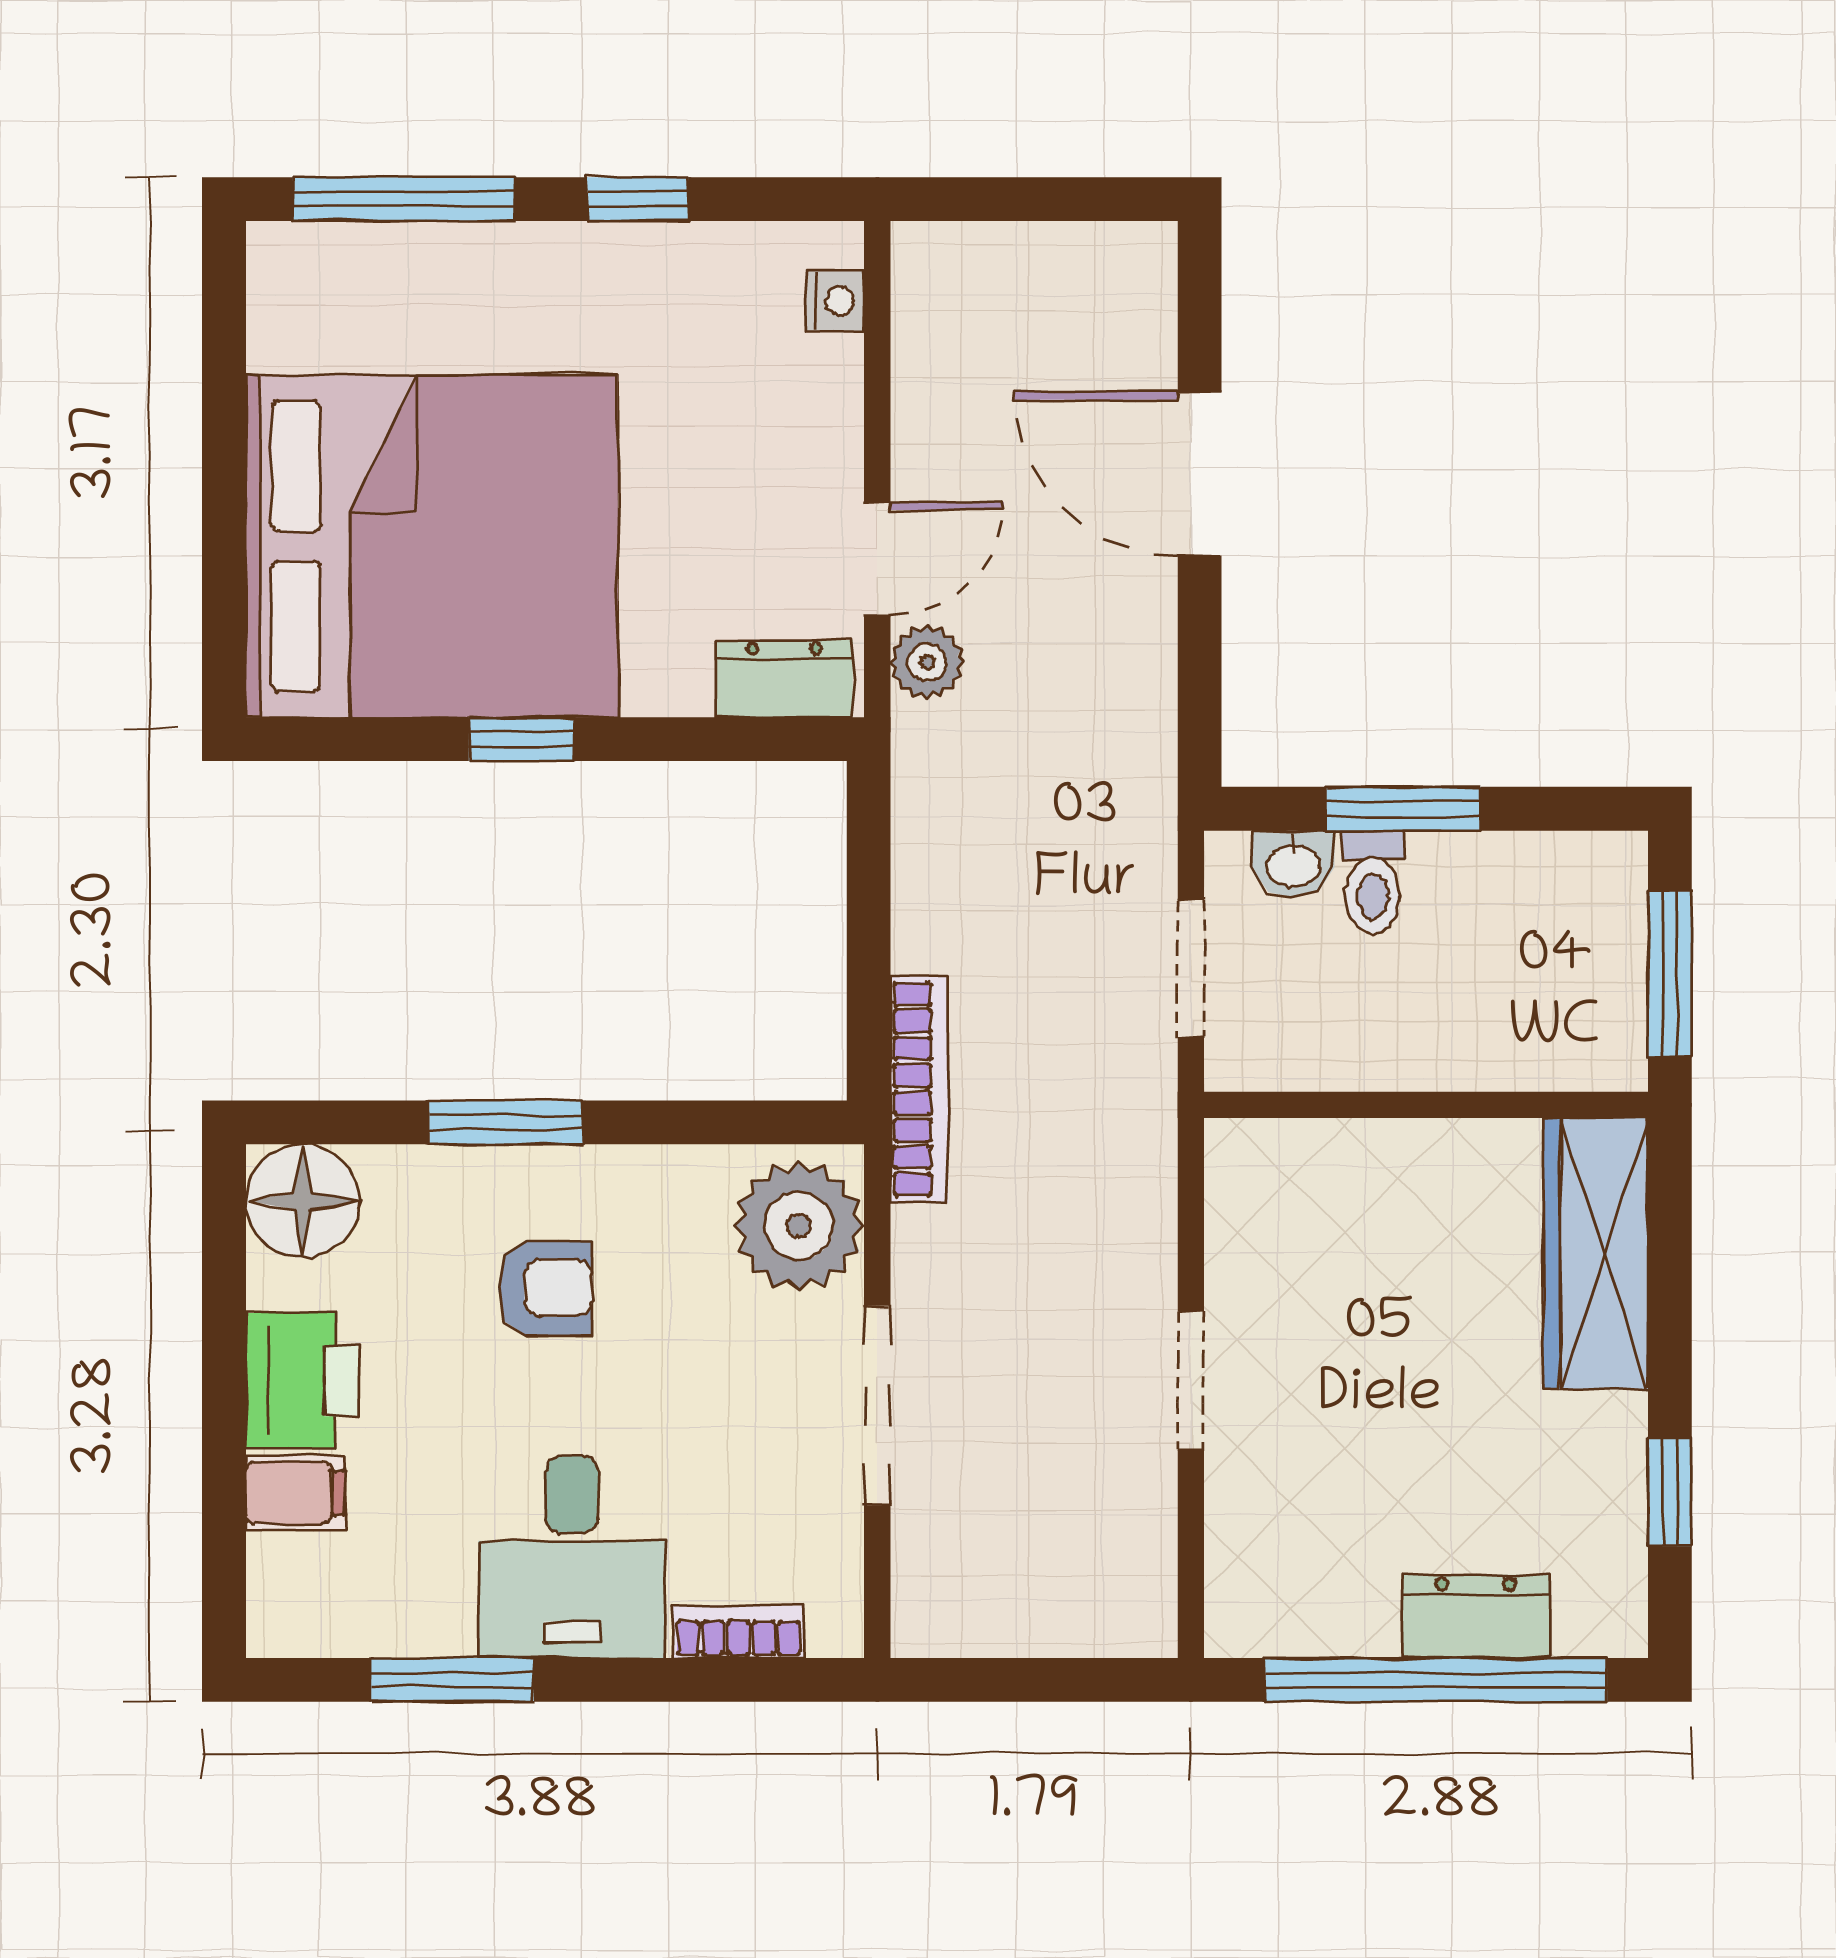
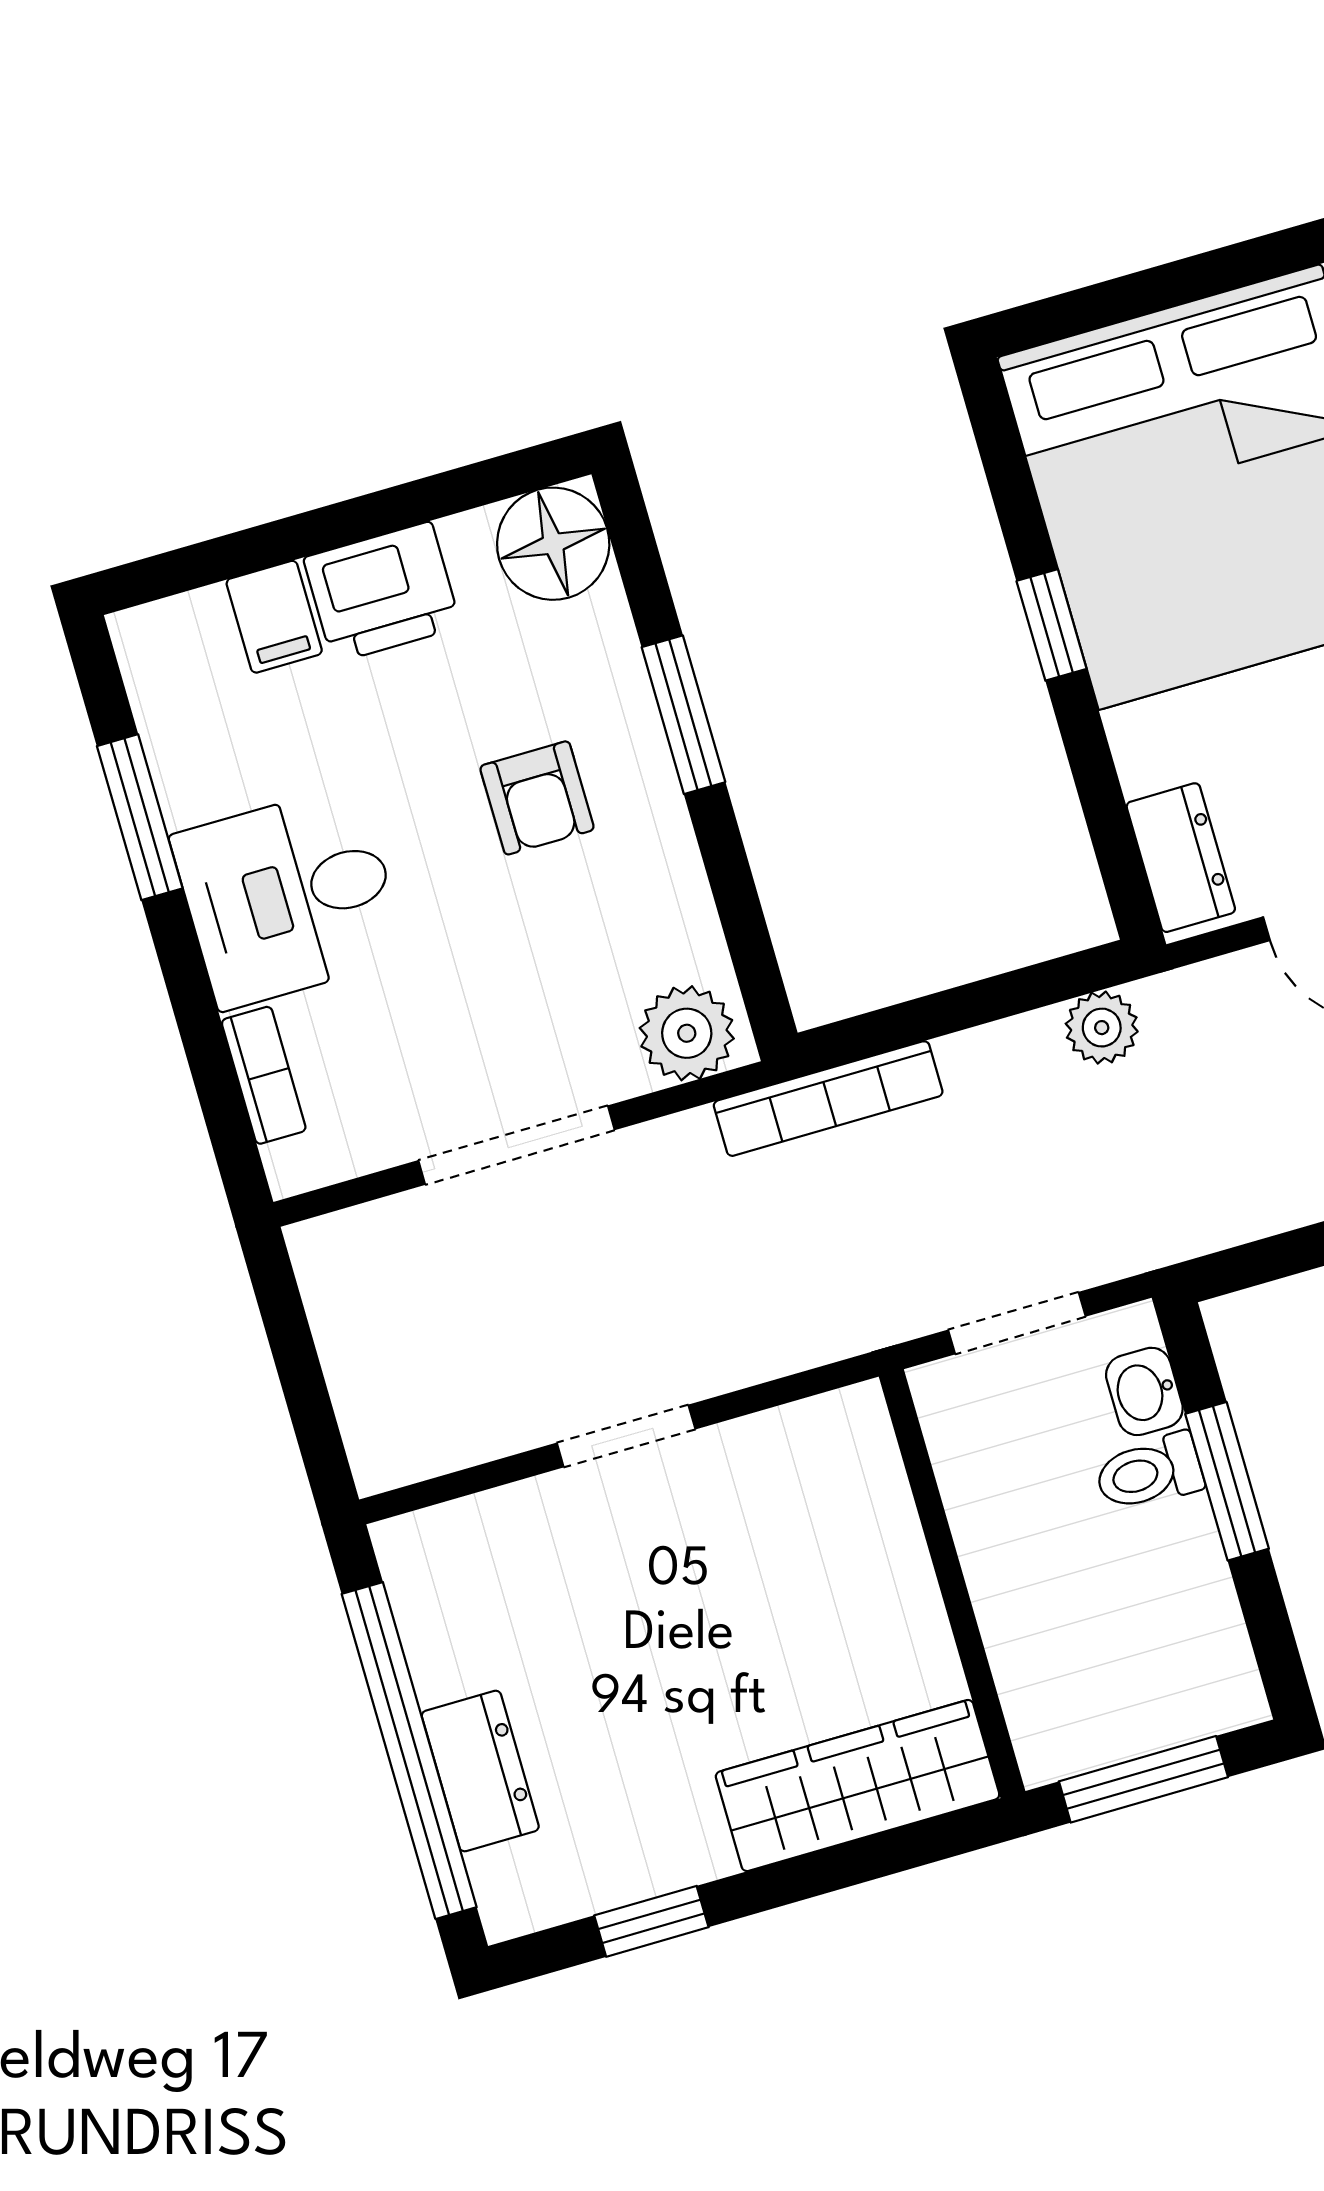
plant: (927, 662) -> (1102, 1028), moved
plant: (799, 1226) -> (687, 1033), width x0.73, depth x0.73

